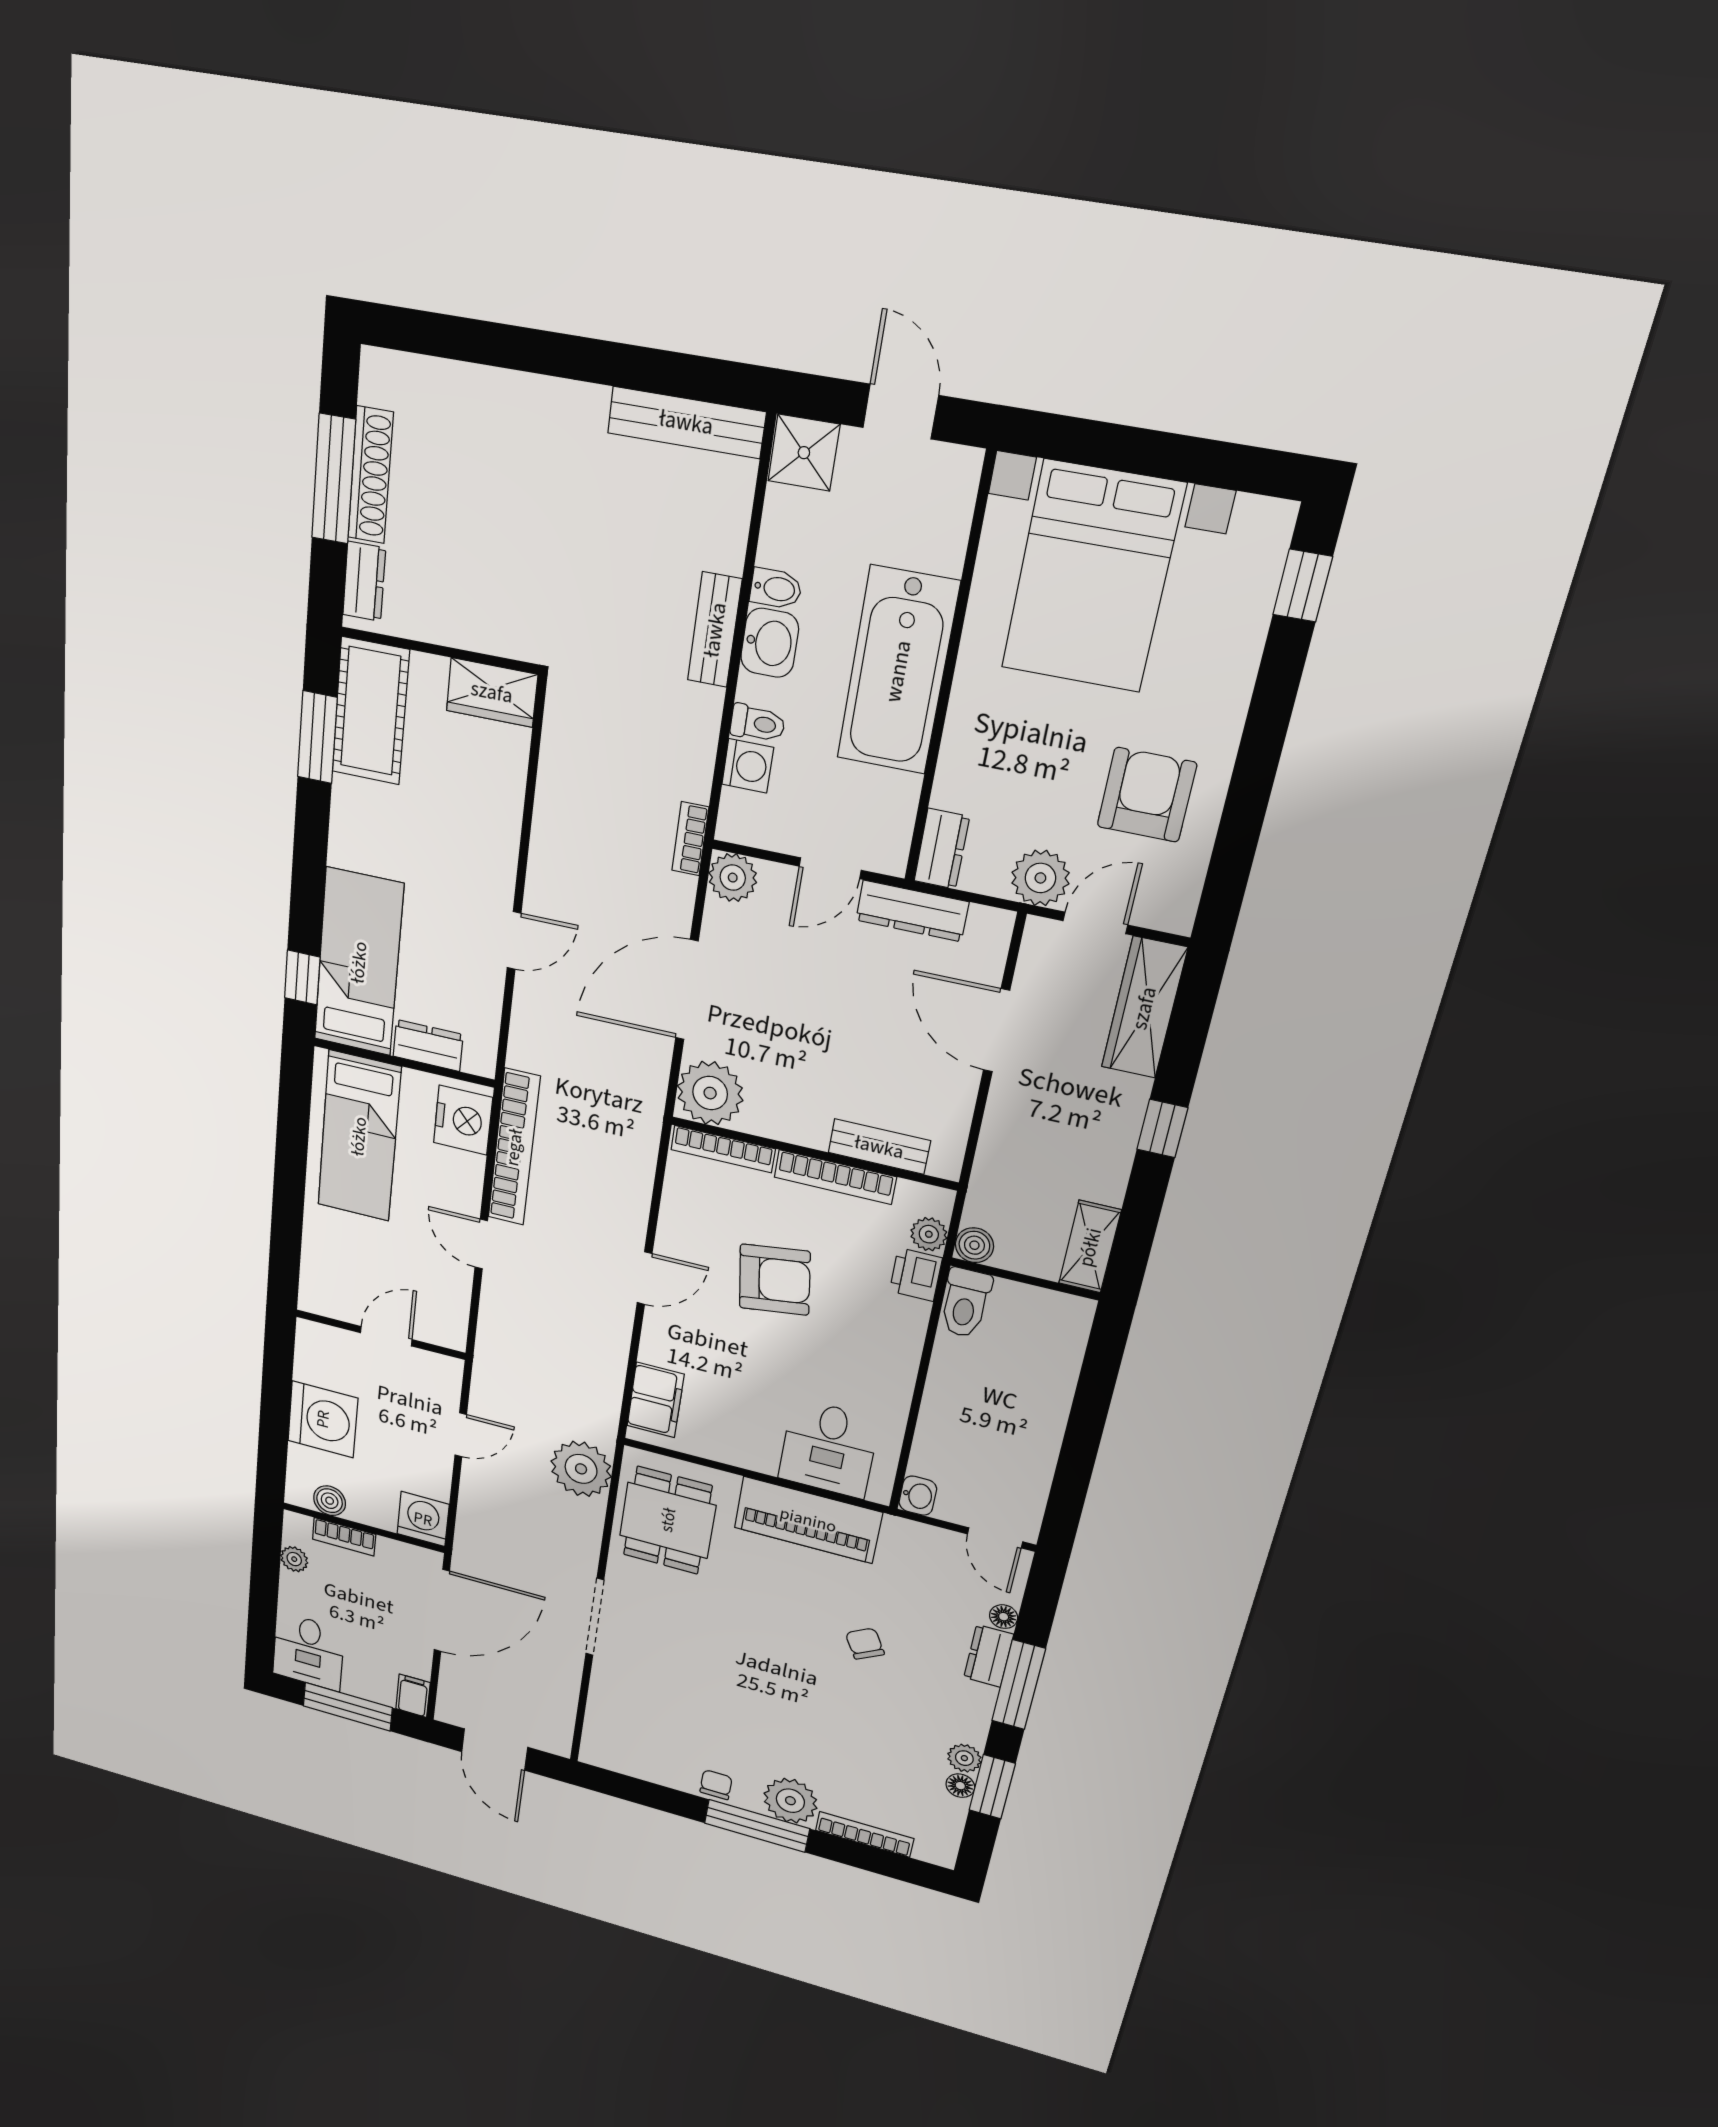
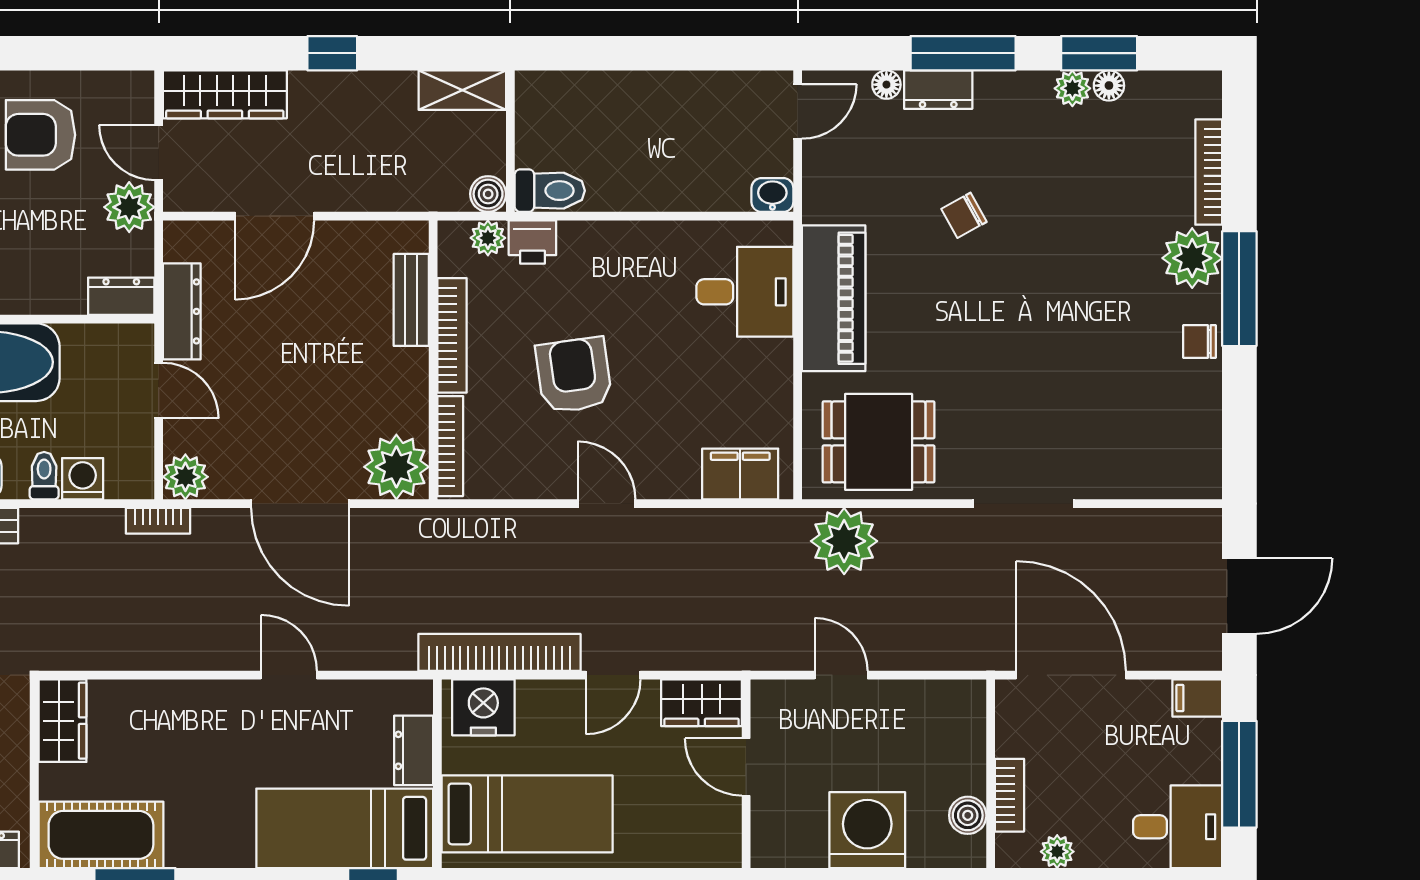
wardrobe: (448, 1314) -> (702, 703), added
washing machine: (423, 1519) -> (959, 707), removed

